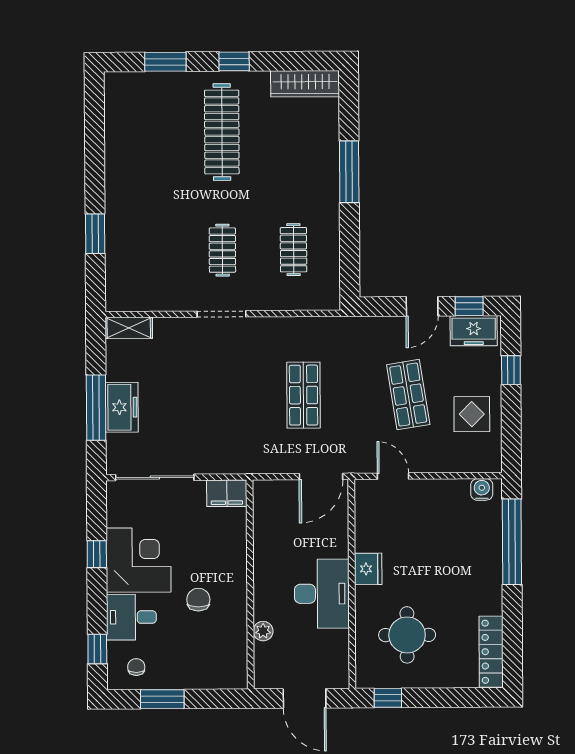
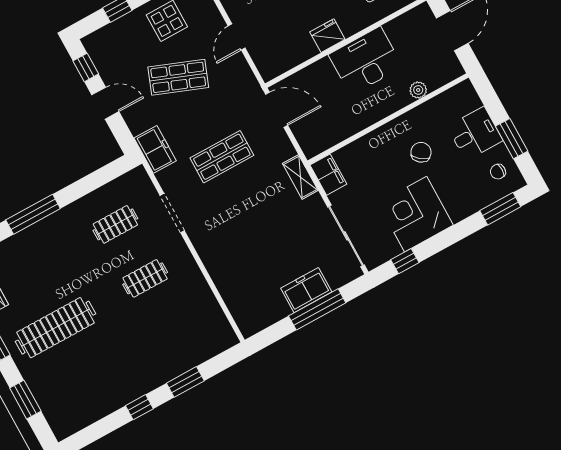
window: (95, 173) -> (139, 407), added
doorway: (221, 314) -> (172, 213), moved
shelving: (129, 328) -> (300, 177), moved
freezer: (474, 331) -> (155, 149), moved
shop shelf: (408, 395) -> (178, 77), turned 30
door: (393, 476) -> (237, 37), moved
window: (97, 554) -> (405, 261), moved
chair: (198, 600) -> (421, 152), turned 128
desk: (131, 617) -> (475, 133), moved, turned -90
window: (97, 649) -> (500, 209), width x1.50

